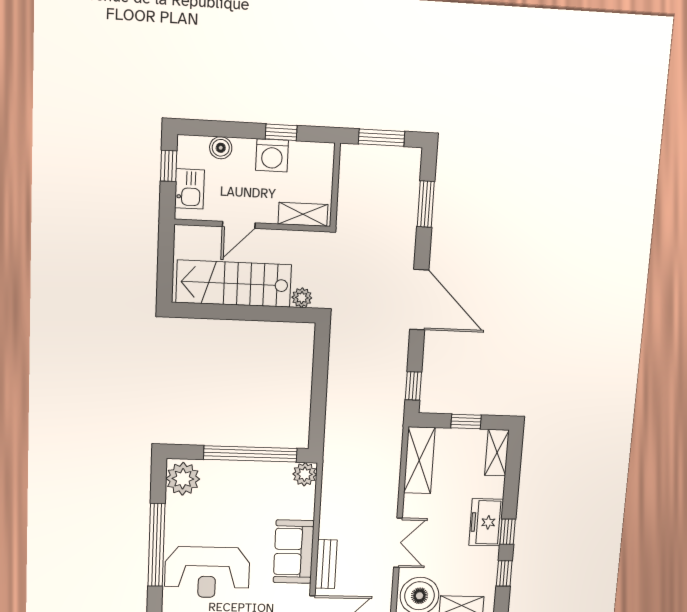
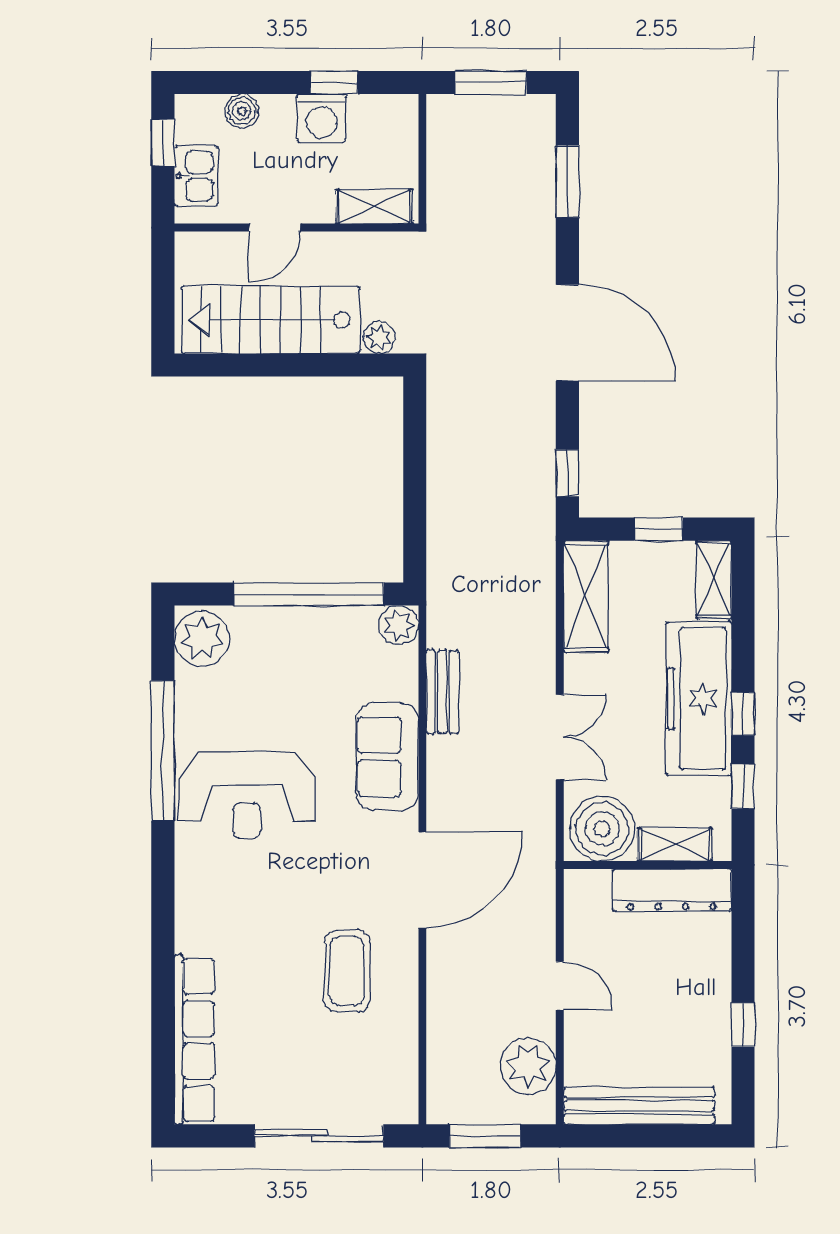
freezer: (486, 522) -> (698, 699), width x1.91, depth x1.26
bench: (326, 564) -> (442, 692), moved

